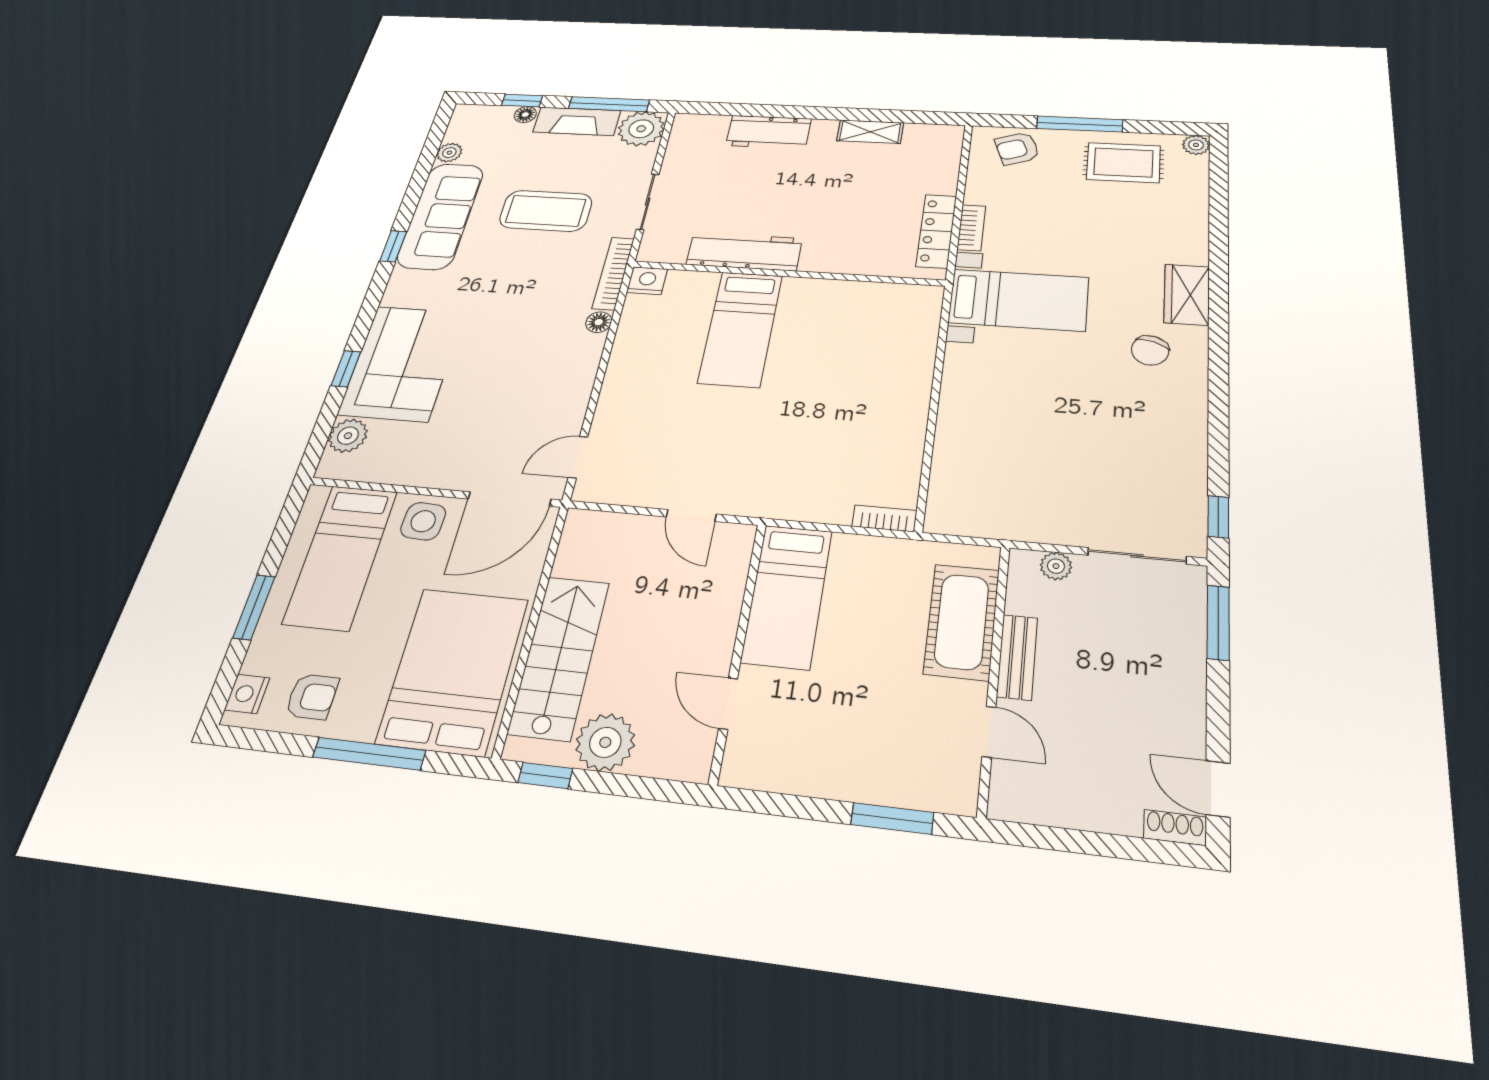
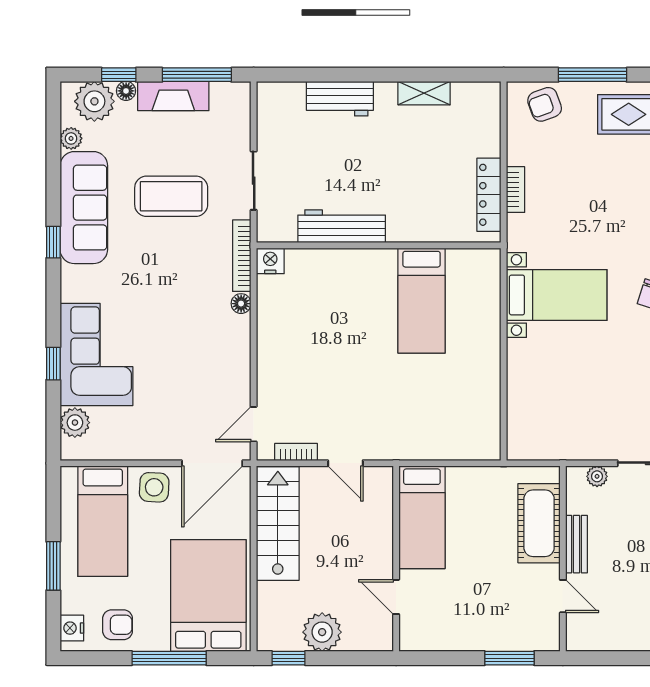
plant: (641, 129) -> (94, 101), moved
bed with nightstands: (1019, 300) -> (557, 295), moved
bed: (741, 329) -> (422, 301), moved
bookcase: (884, 518) -> (296, 452), moved
stairs: (559, 657) -> (278, 523), moved

